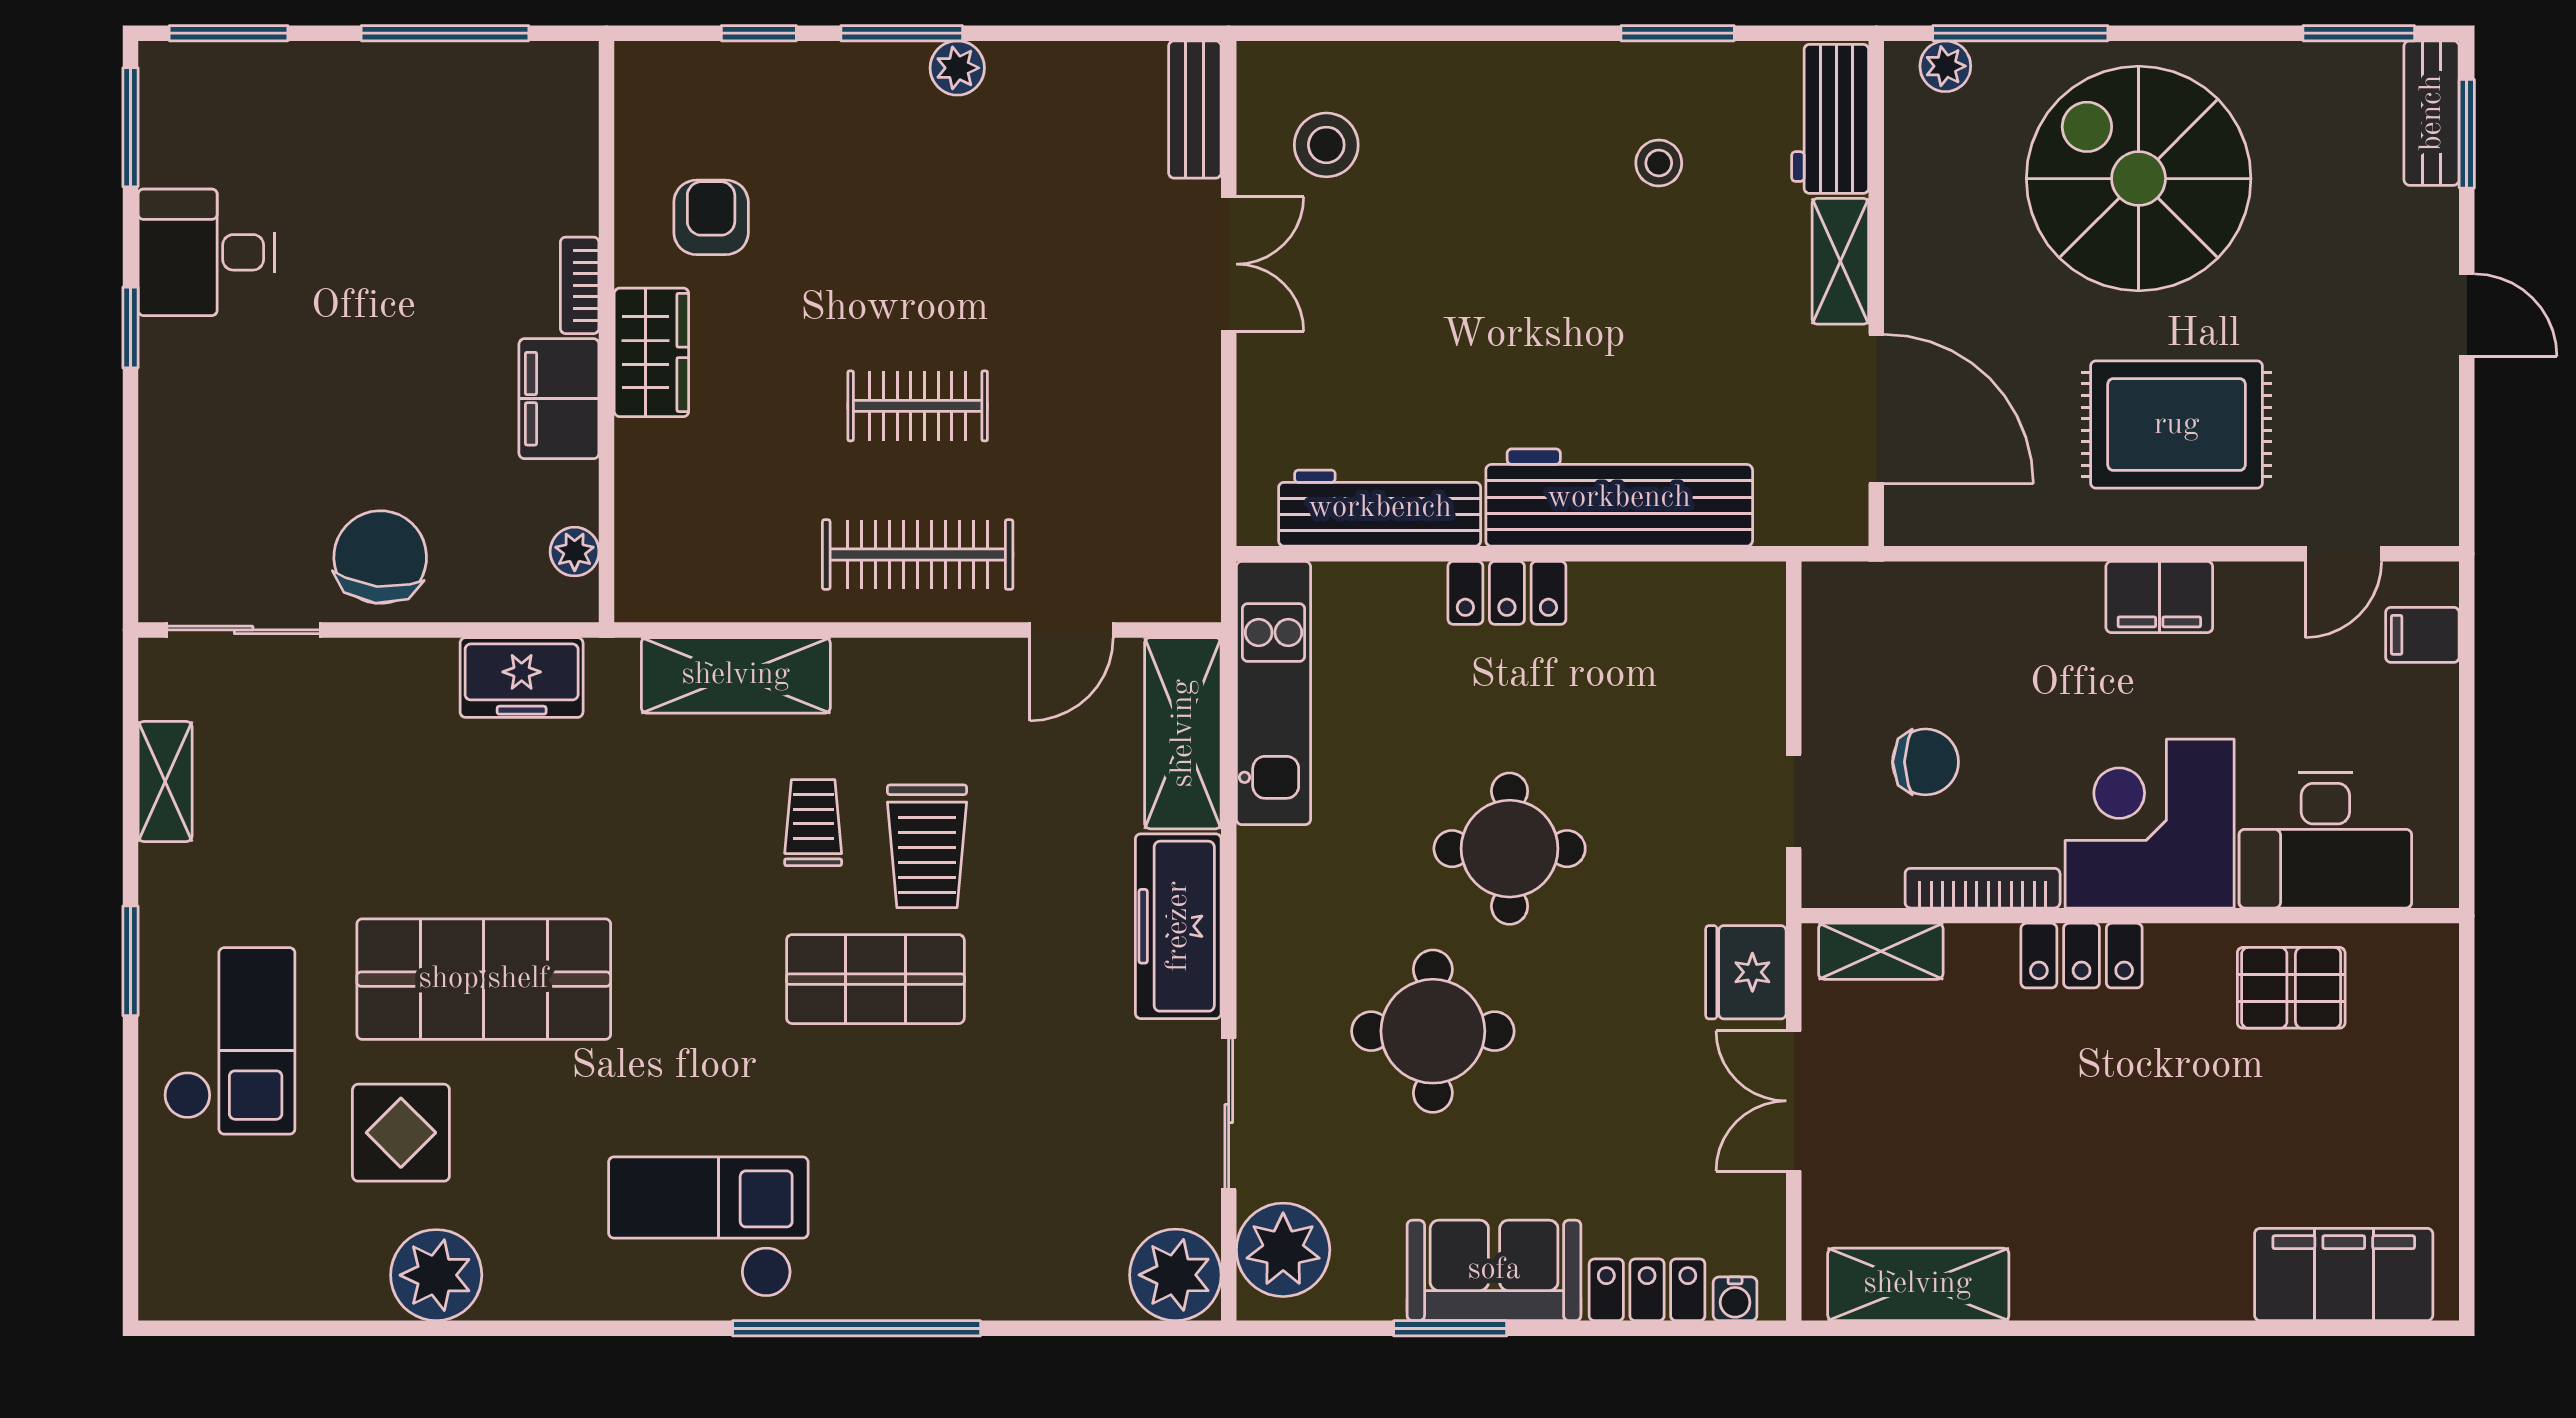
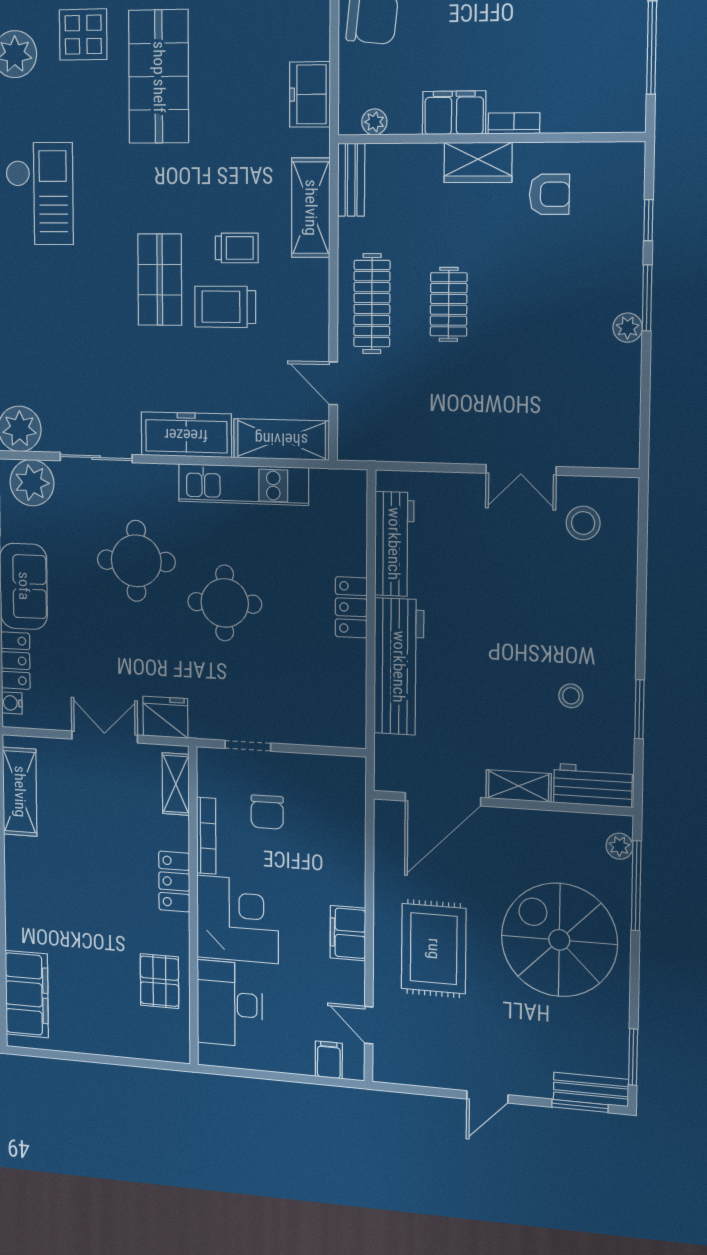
bench: (1195, 109) -> (351, 180), moved, turned 90
spiral stairs: (2139, 179) -> (559, 940), turned -90
kitchen unit: (1273, 693) -> (243, 485), moved

